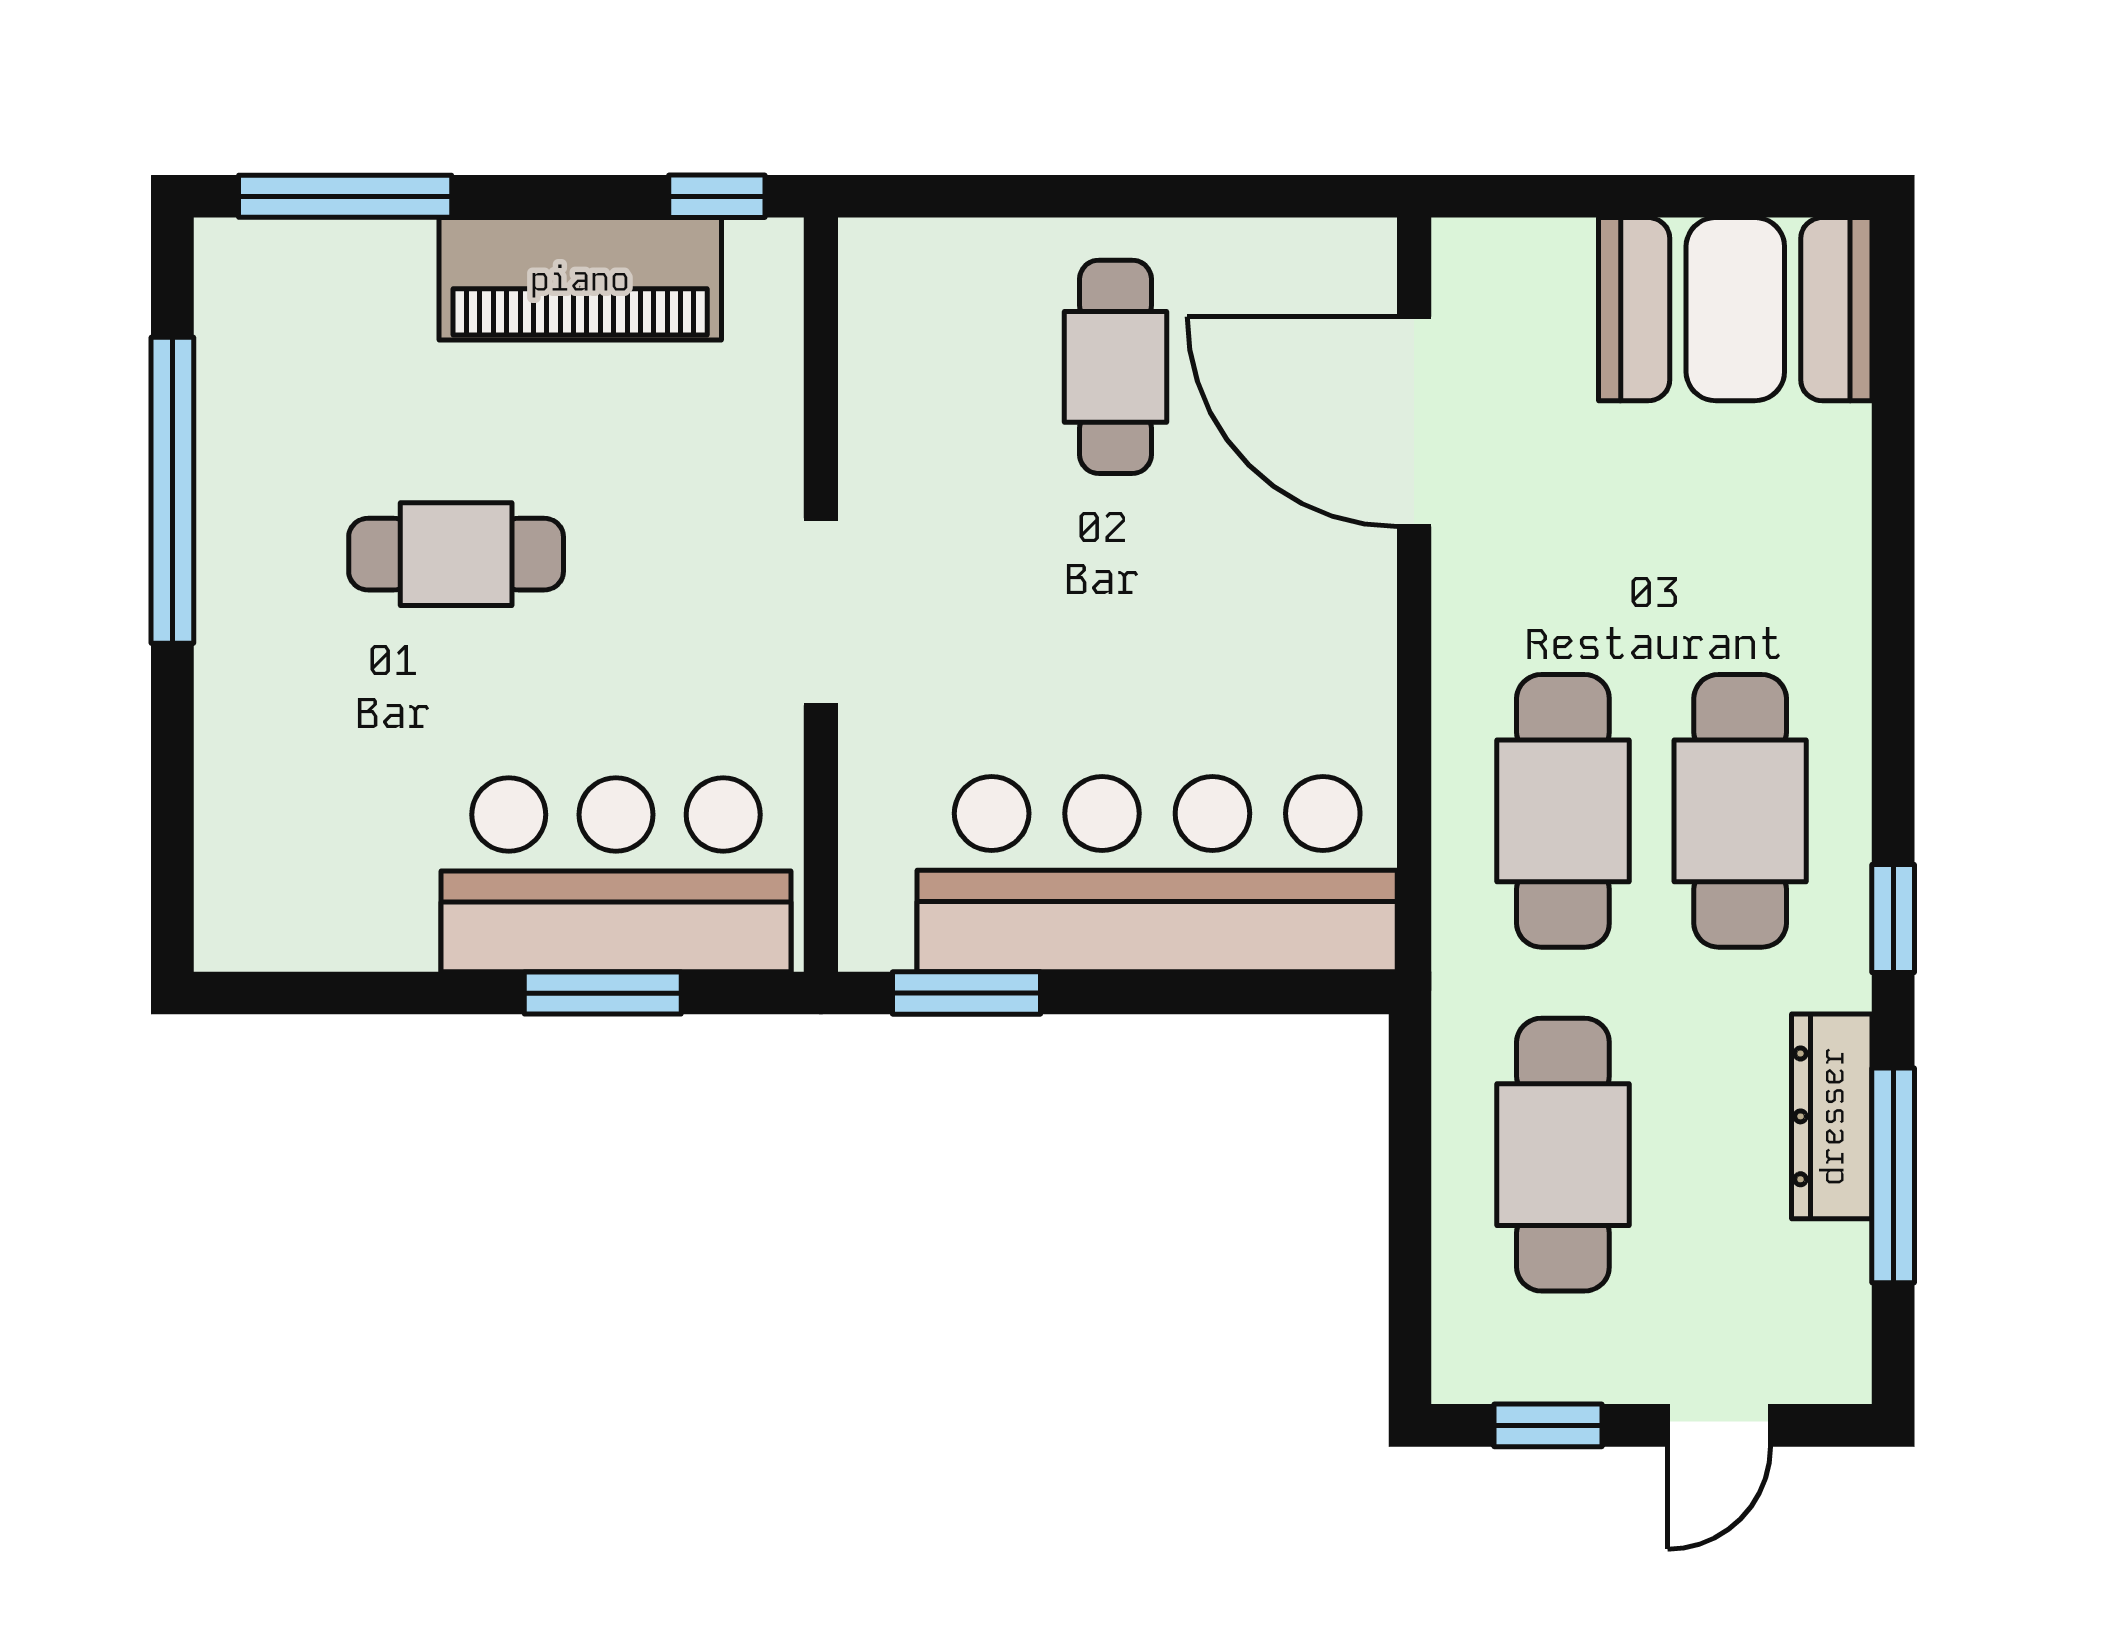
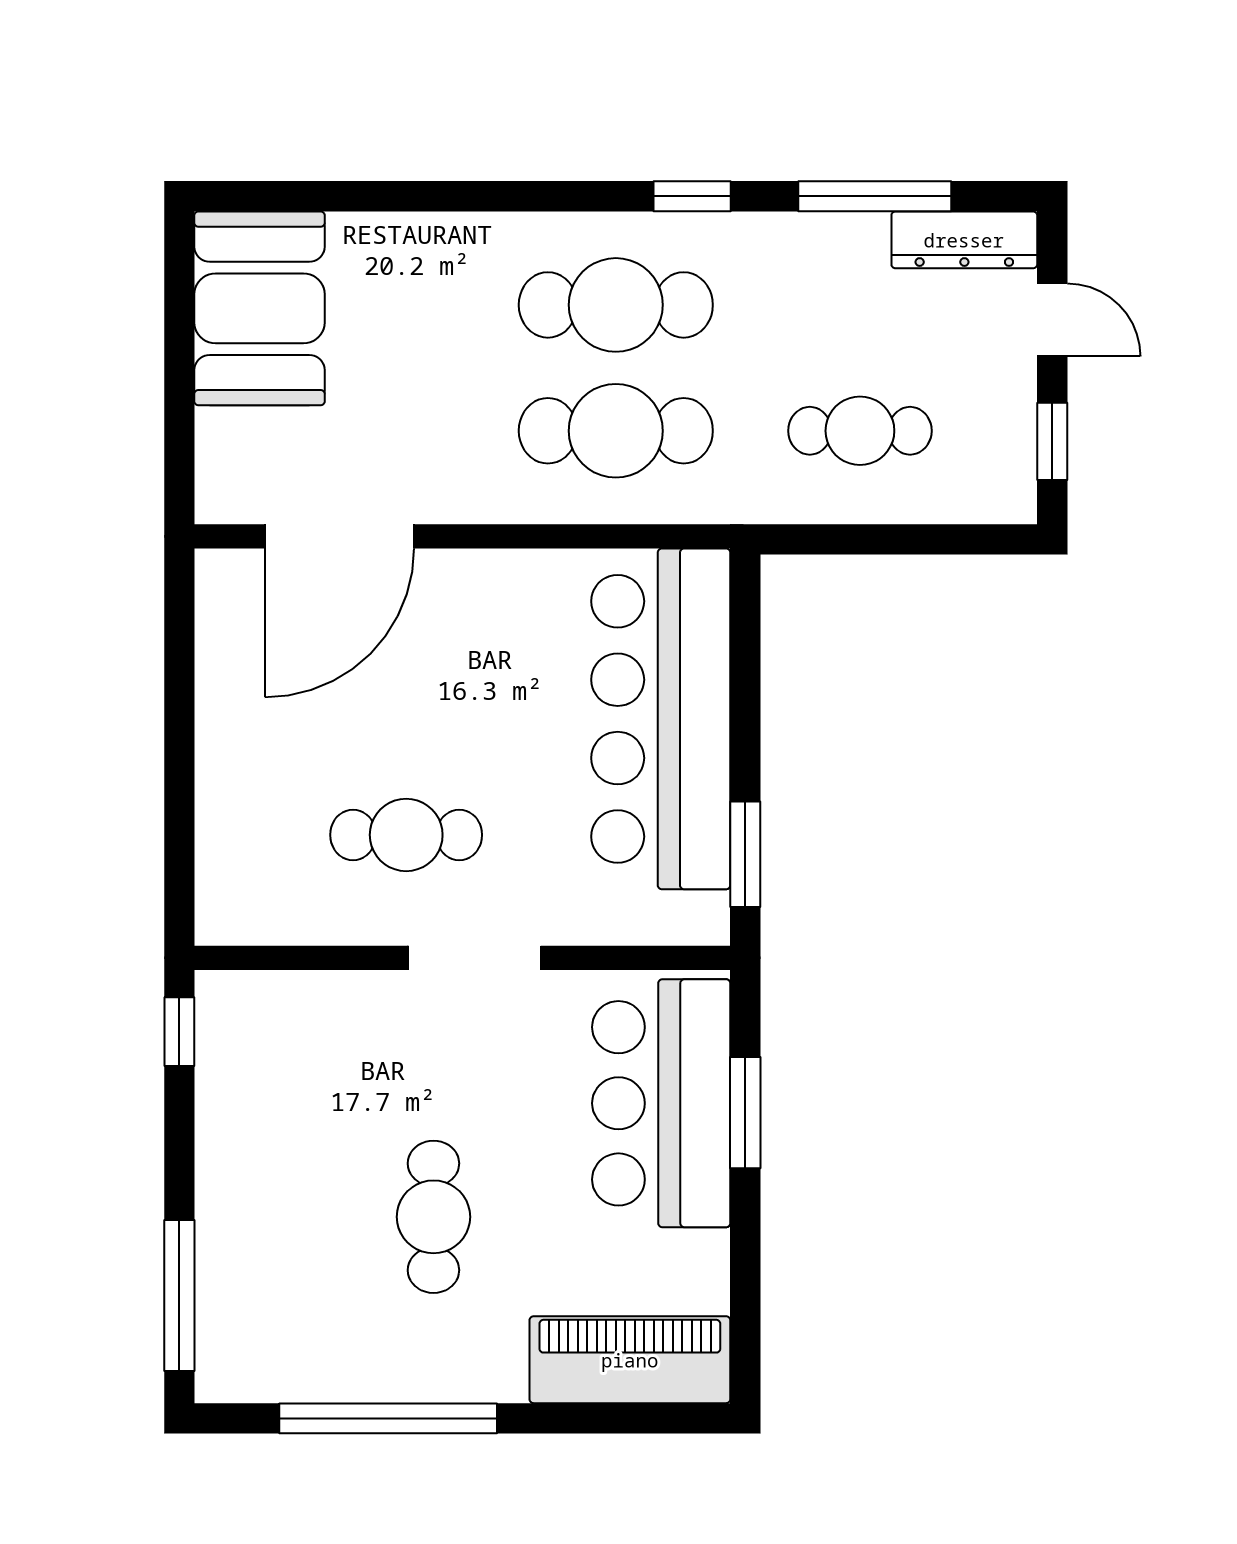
piano: (580, 279) -> (630, 1360), moved, turned -90
cafe table: (1115, 367) -> (406, 835), moved
dresser: (1832, 1116) -> (964, 240), moved
cafe table: (1563, 1155) -> (860, 431), width x0.73, depth x0.74

